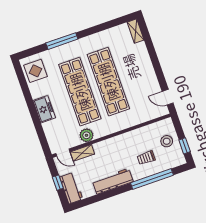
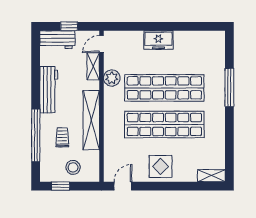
display table: (36, 71) -> (161, 166), moved
shelving: (125, 140) -> (91, 120), added

